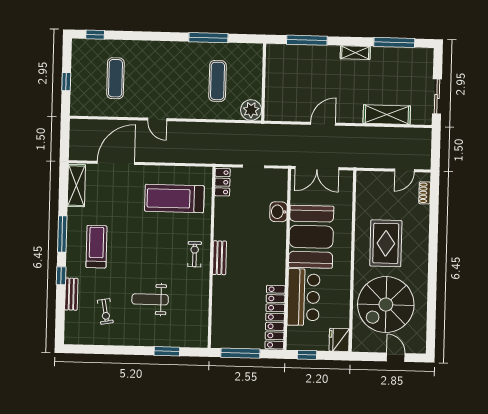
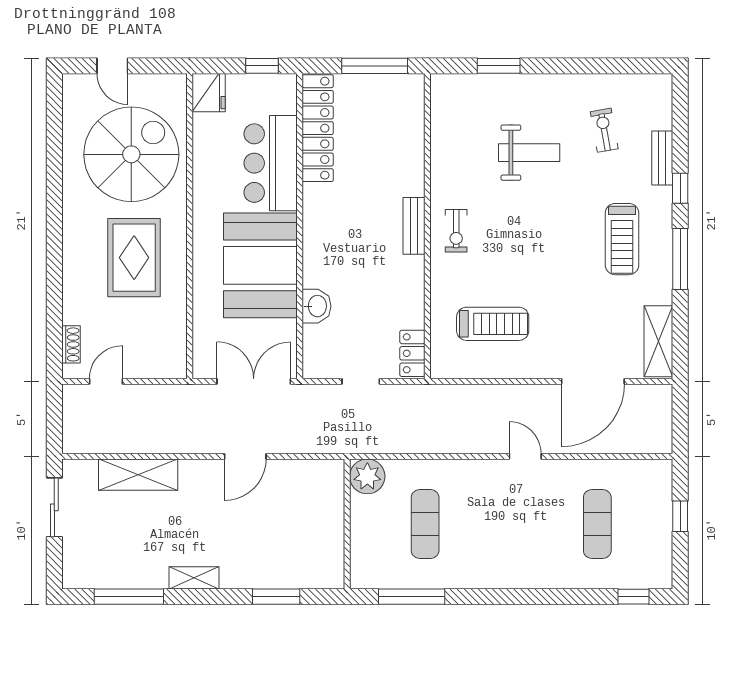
window: (208, 38) -> (412, 597), moved
window: (307, 40) -> (276, 597), width x0.69
treadmill: (174, 198) -> (493, 324), width x0.73, depth x0.73

